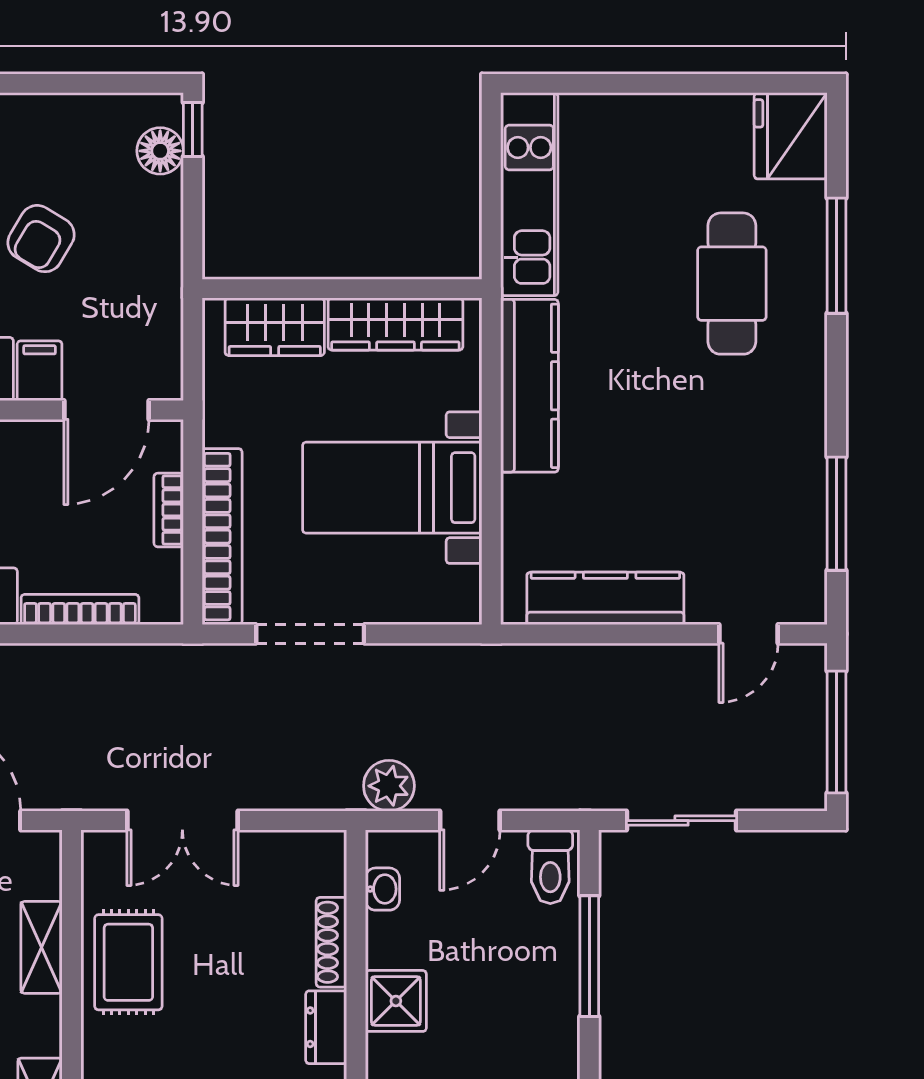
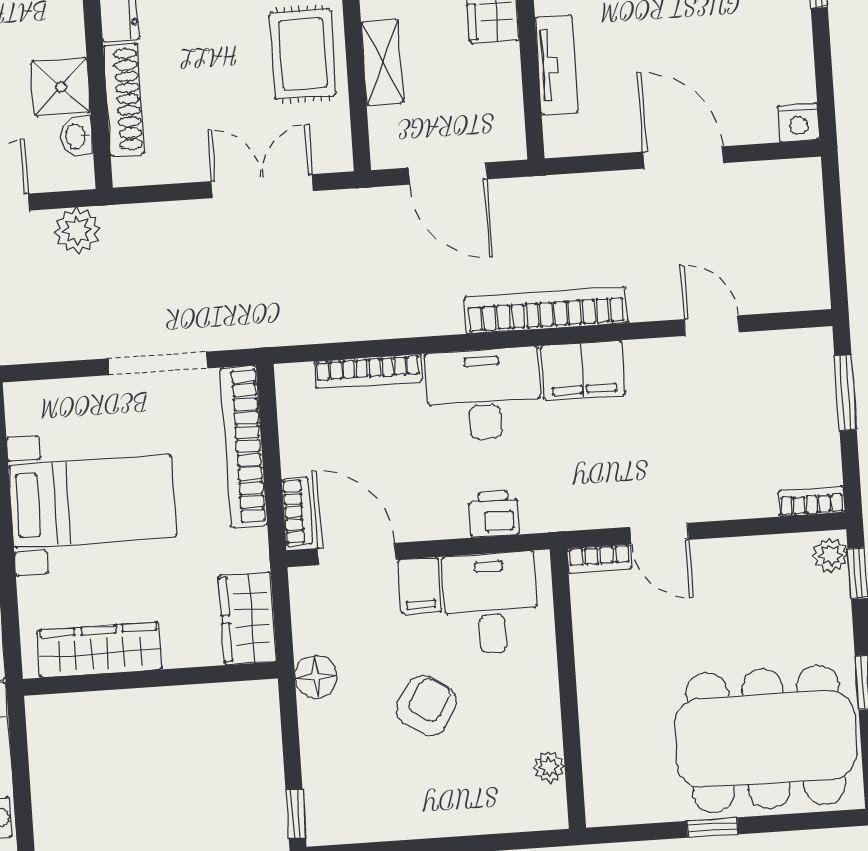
floor lamp: (160, 151) -> (316, 677), moved
wardrobe: (275, 327) -> (248, 618), moved, turned -90
door: (106, 410) -> (357, 554), hinge flipped
bookcase: (169, 510) -> (297, 512), moved
shoe rack: (331, 942) -> (124, 99), width x1.36, depth x1.24
shower: (396, 1001) -> (61, 87), moved

